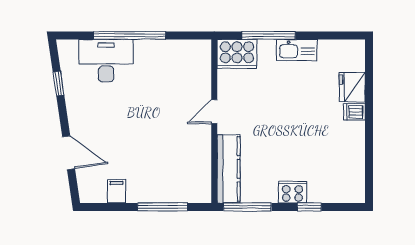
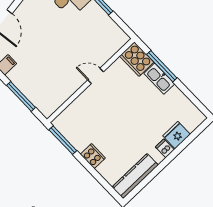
kitchen sink: (297, 50) -> (159, 79), moved
kitchen counter: (229, 169) -> (135, 176), moved, turned 180
window: (309, 207) -> (93, 172), removed

